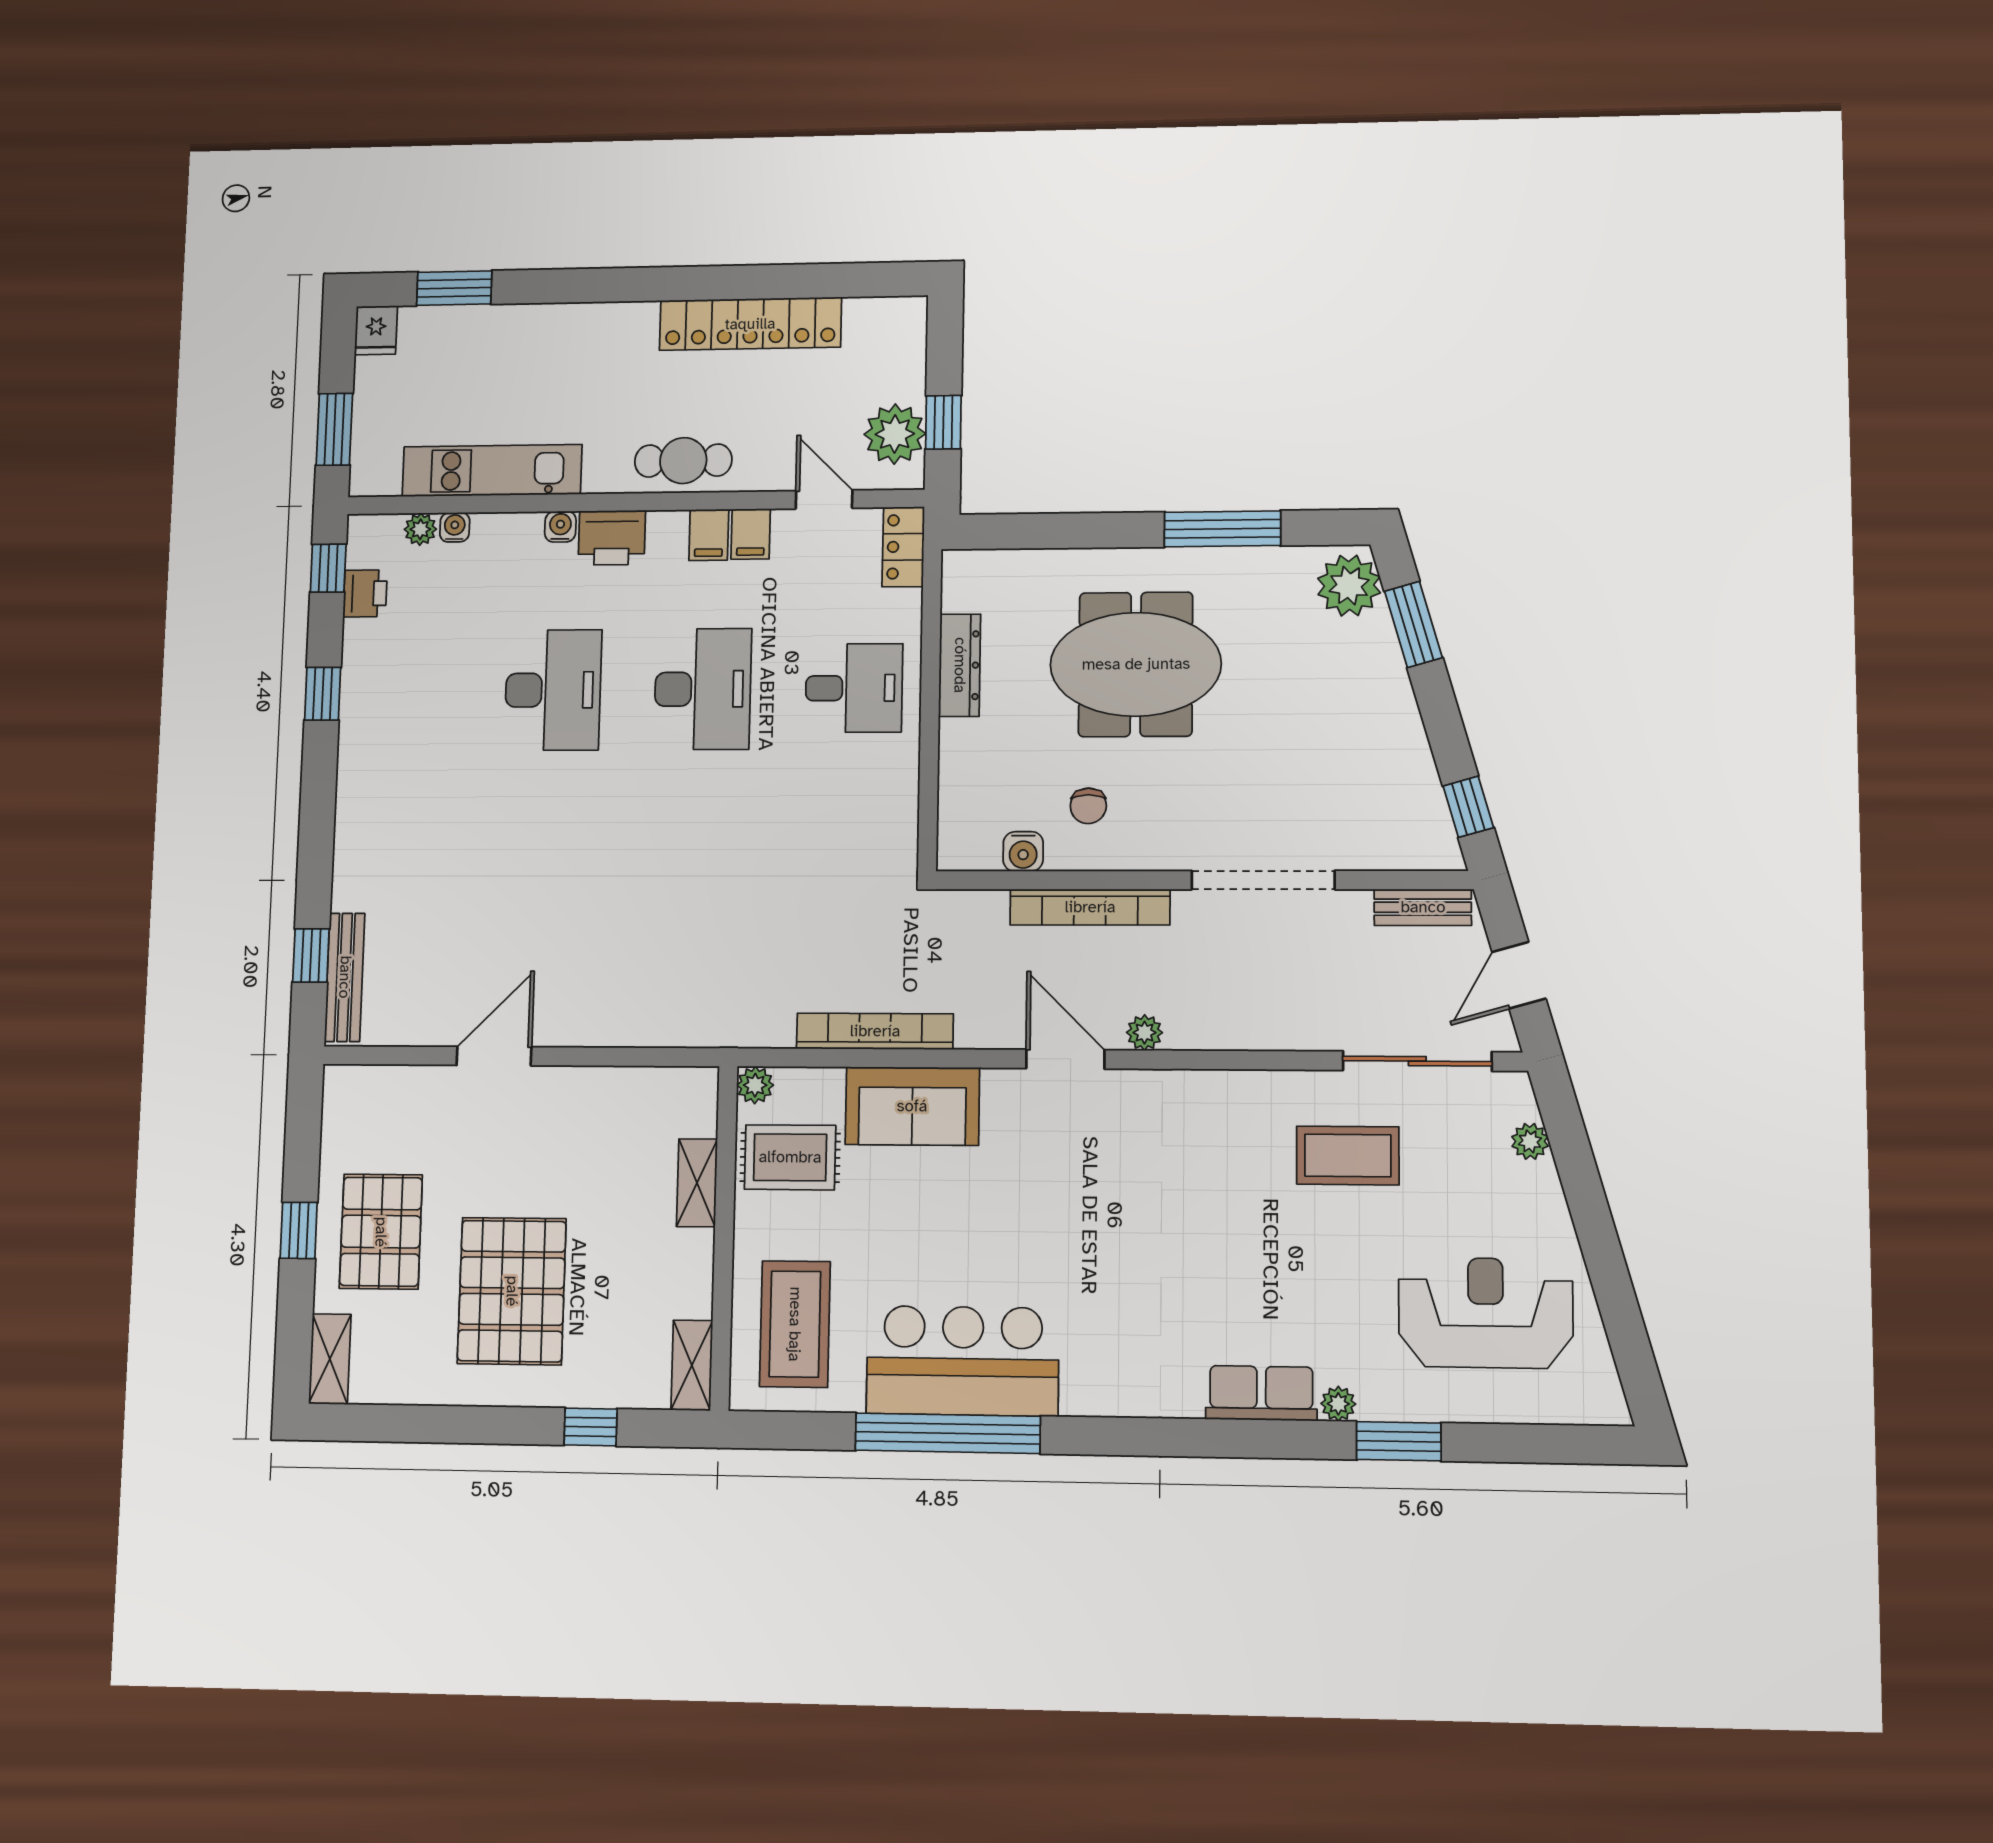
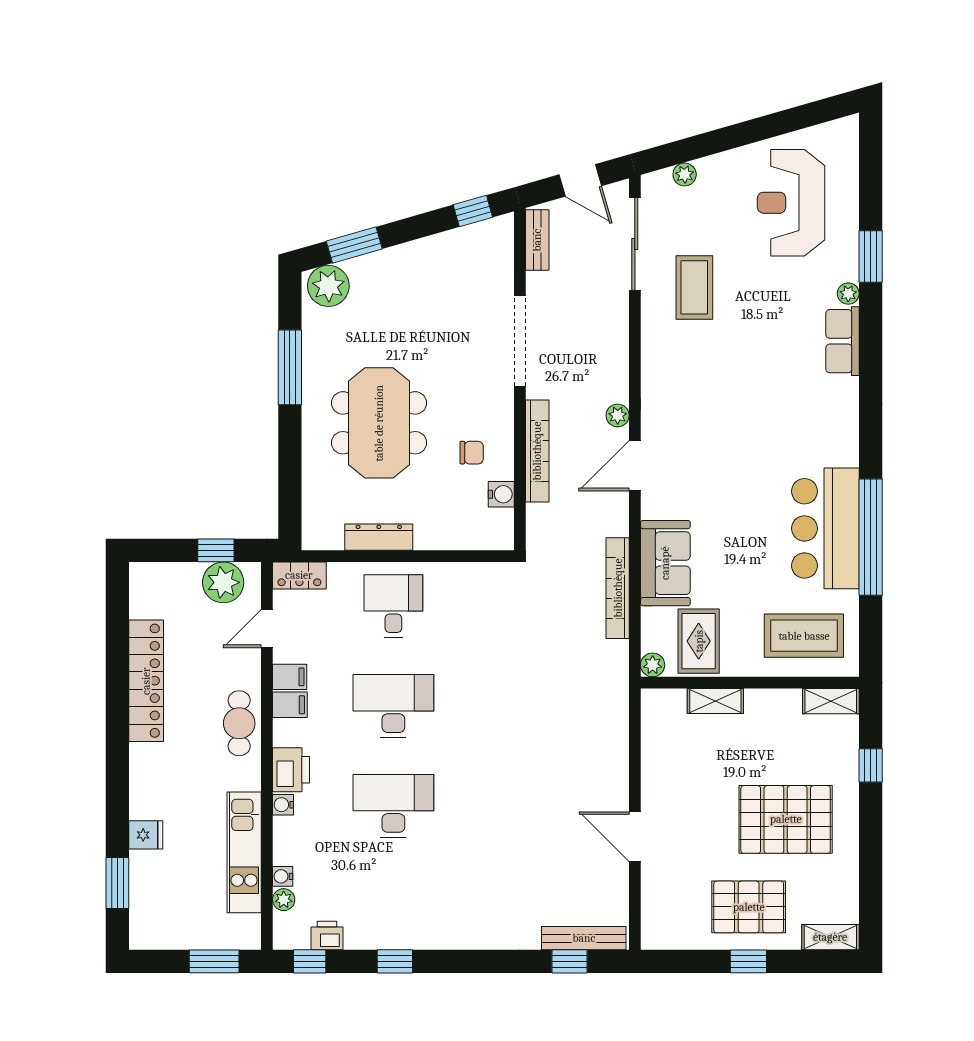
fridge: (376, 330) -> (146, 835), moved

